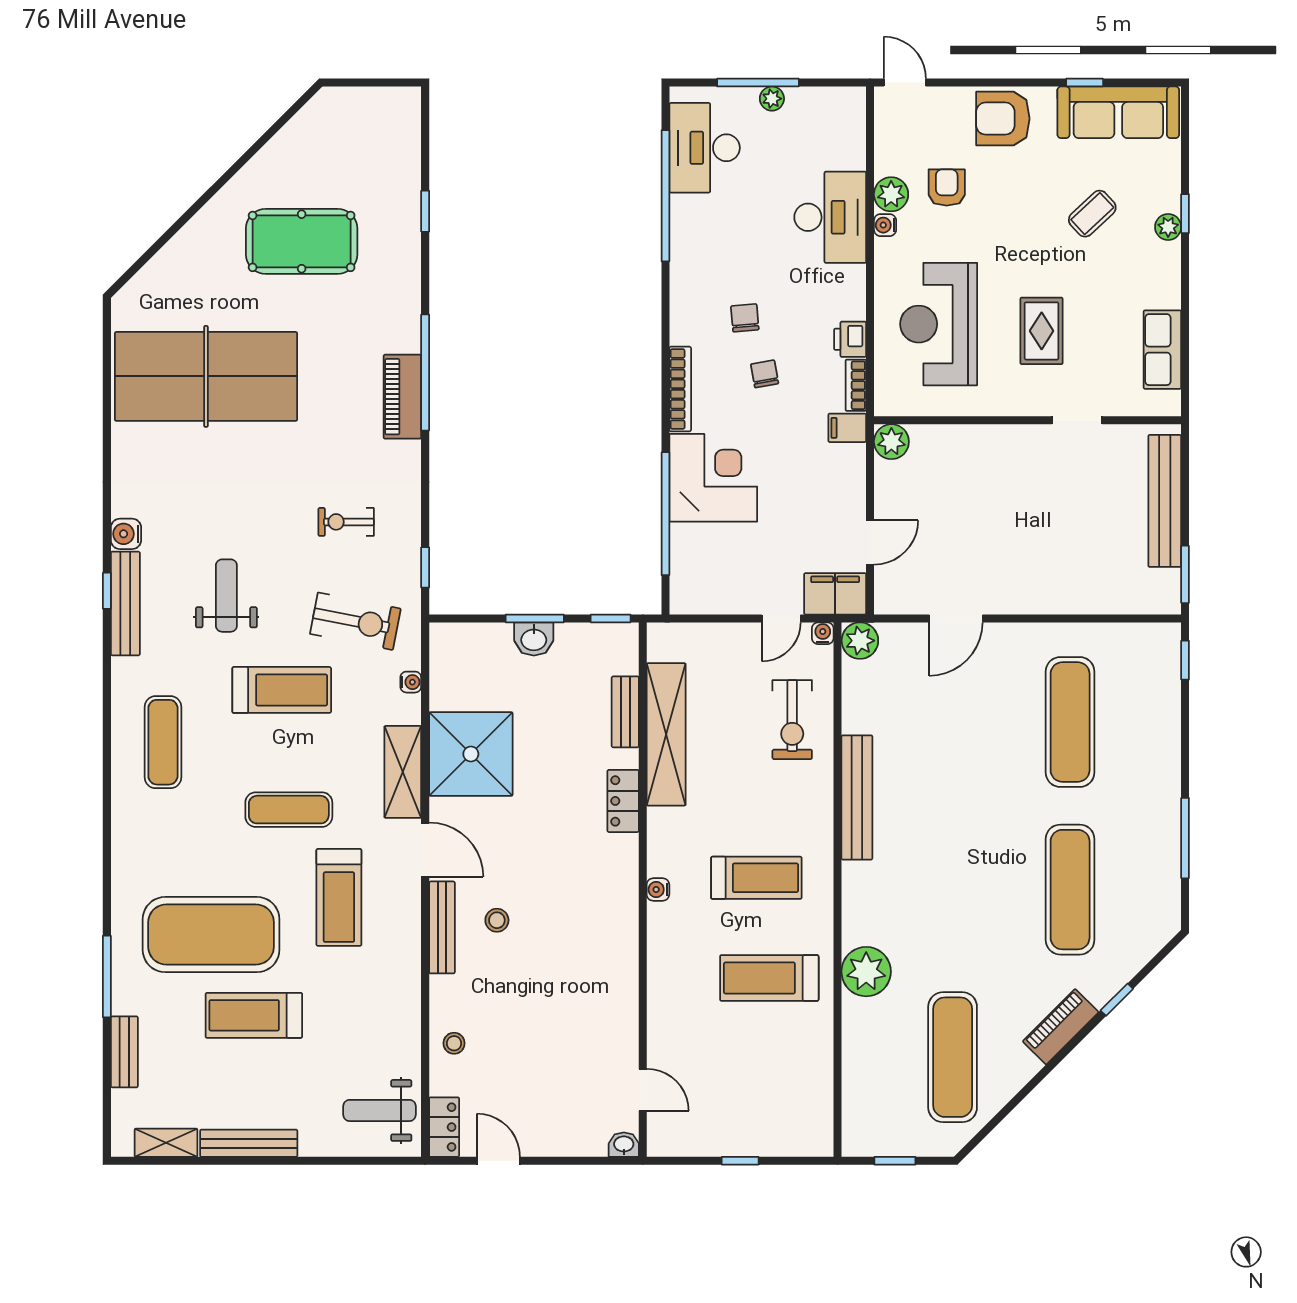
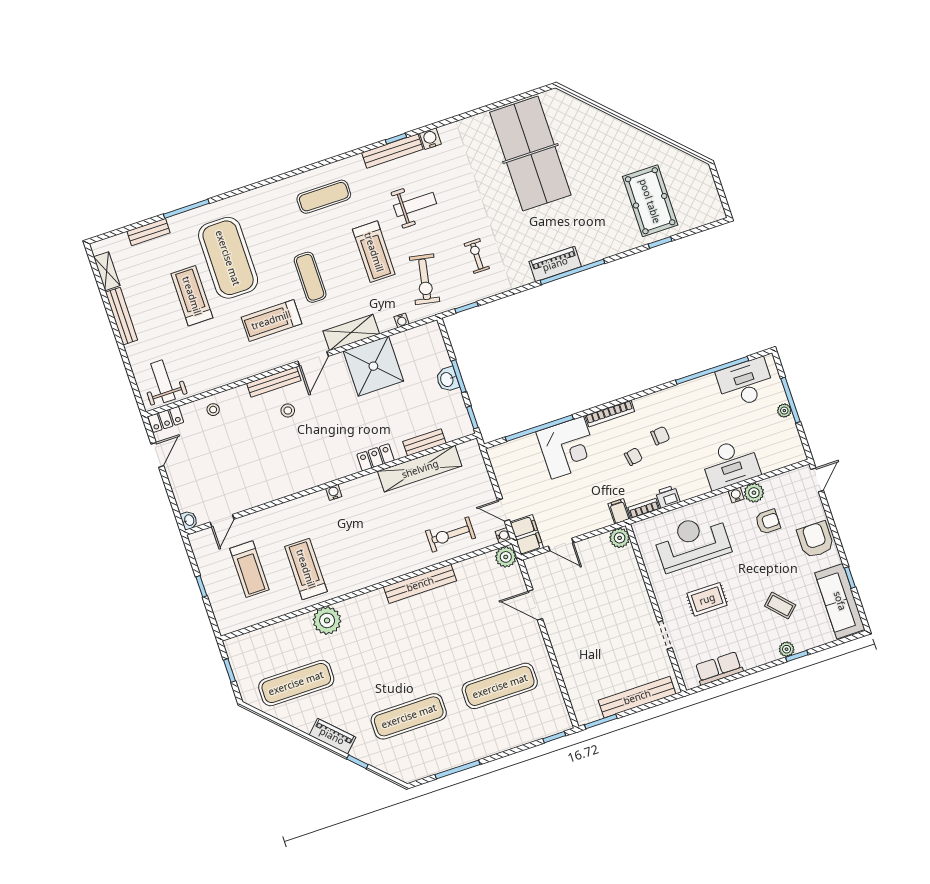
pool table: (302, 241) -> (650, 201), moved
treadmill: (756, 878) -> (249, 569), moved

